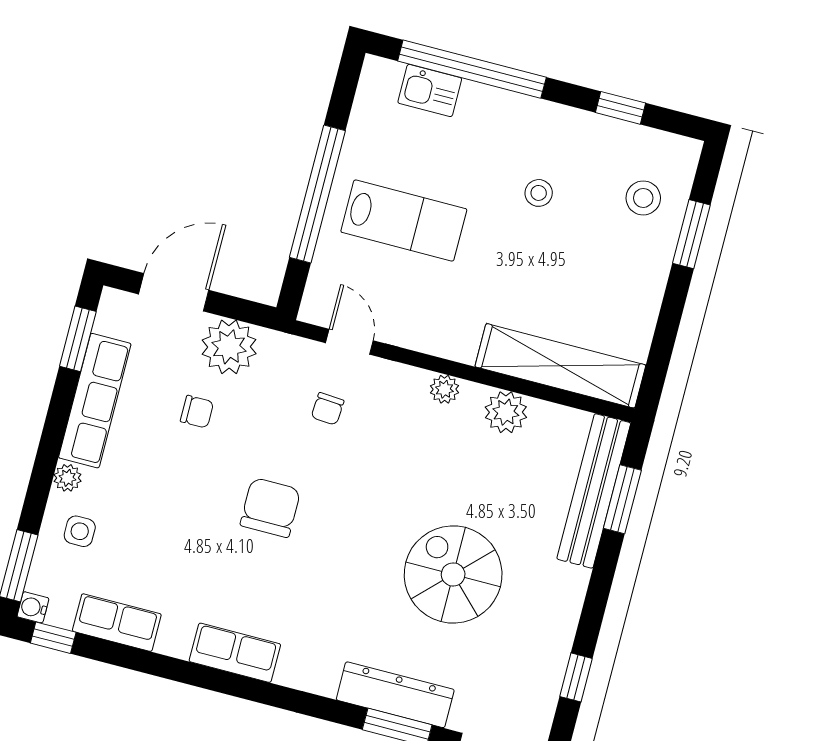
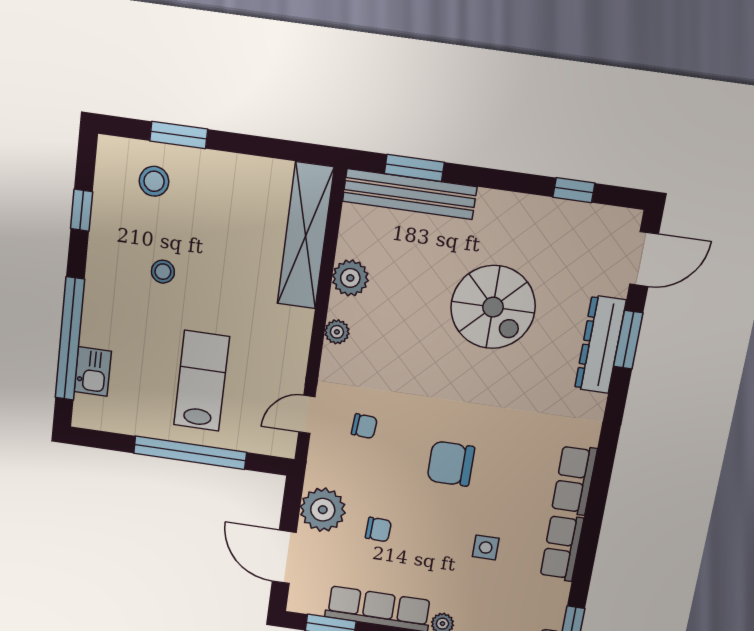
chair: (197, 412) -> (378, 529), turned 92
side table: (80, 531) -> (486, 547), moved
spiral stairs: (453, 574) -> (493, 307), turned -90
row of seats: (117, 623) -> (562, 548), moved

